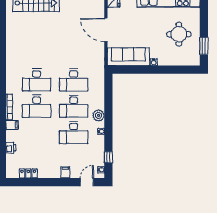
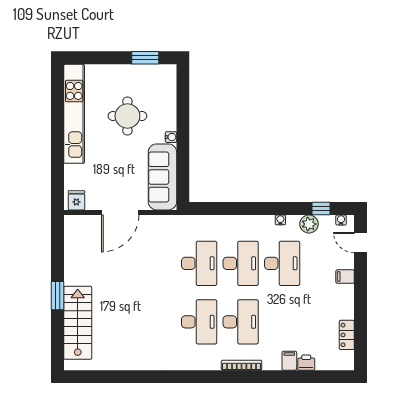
round table: (179, 34) -> (127, 116), moved
plant: (99, 115) -> (309, 224), moved
filing cabinet: (12, 125) -> (289, 361), moved

